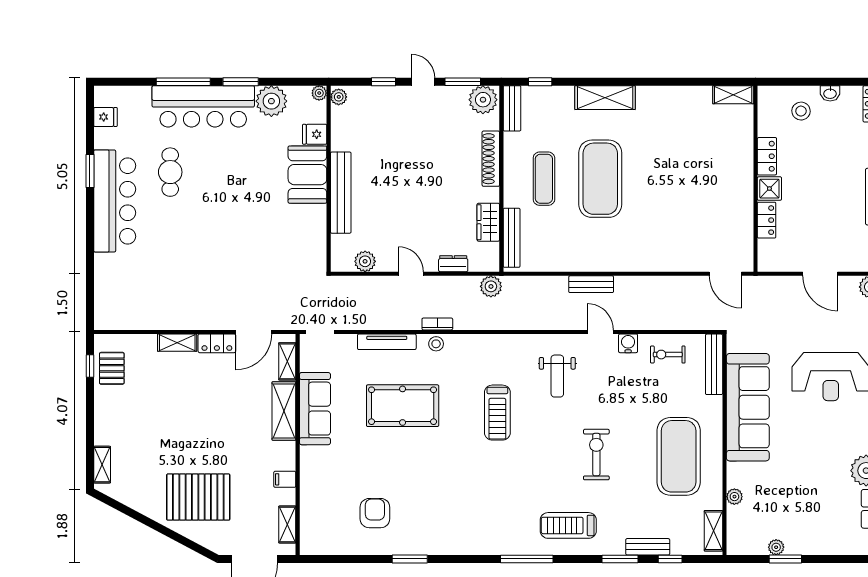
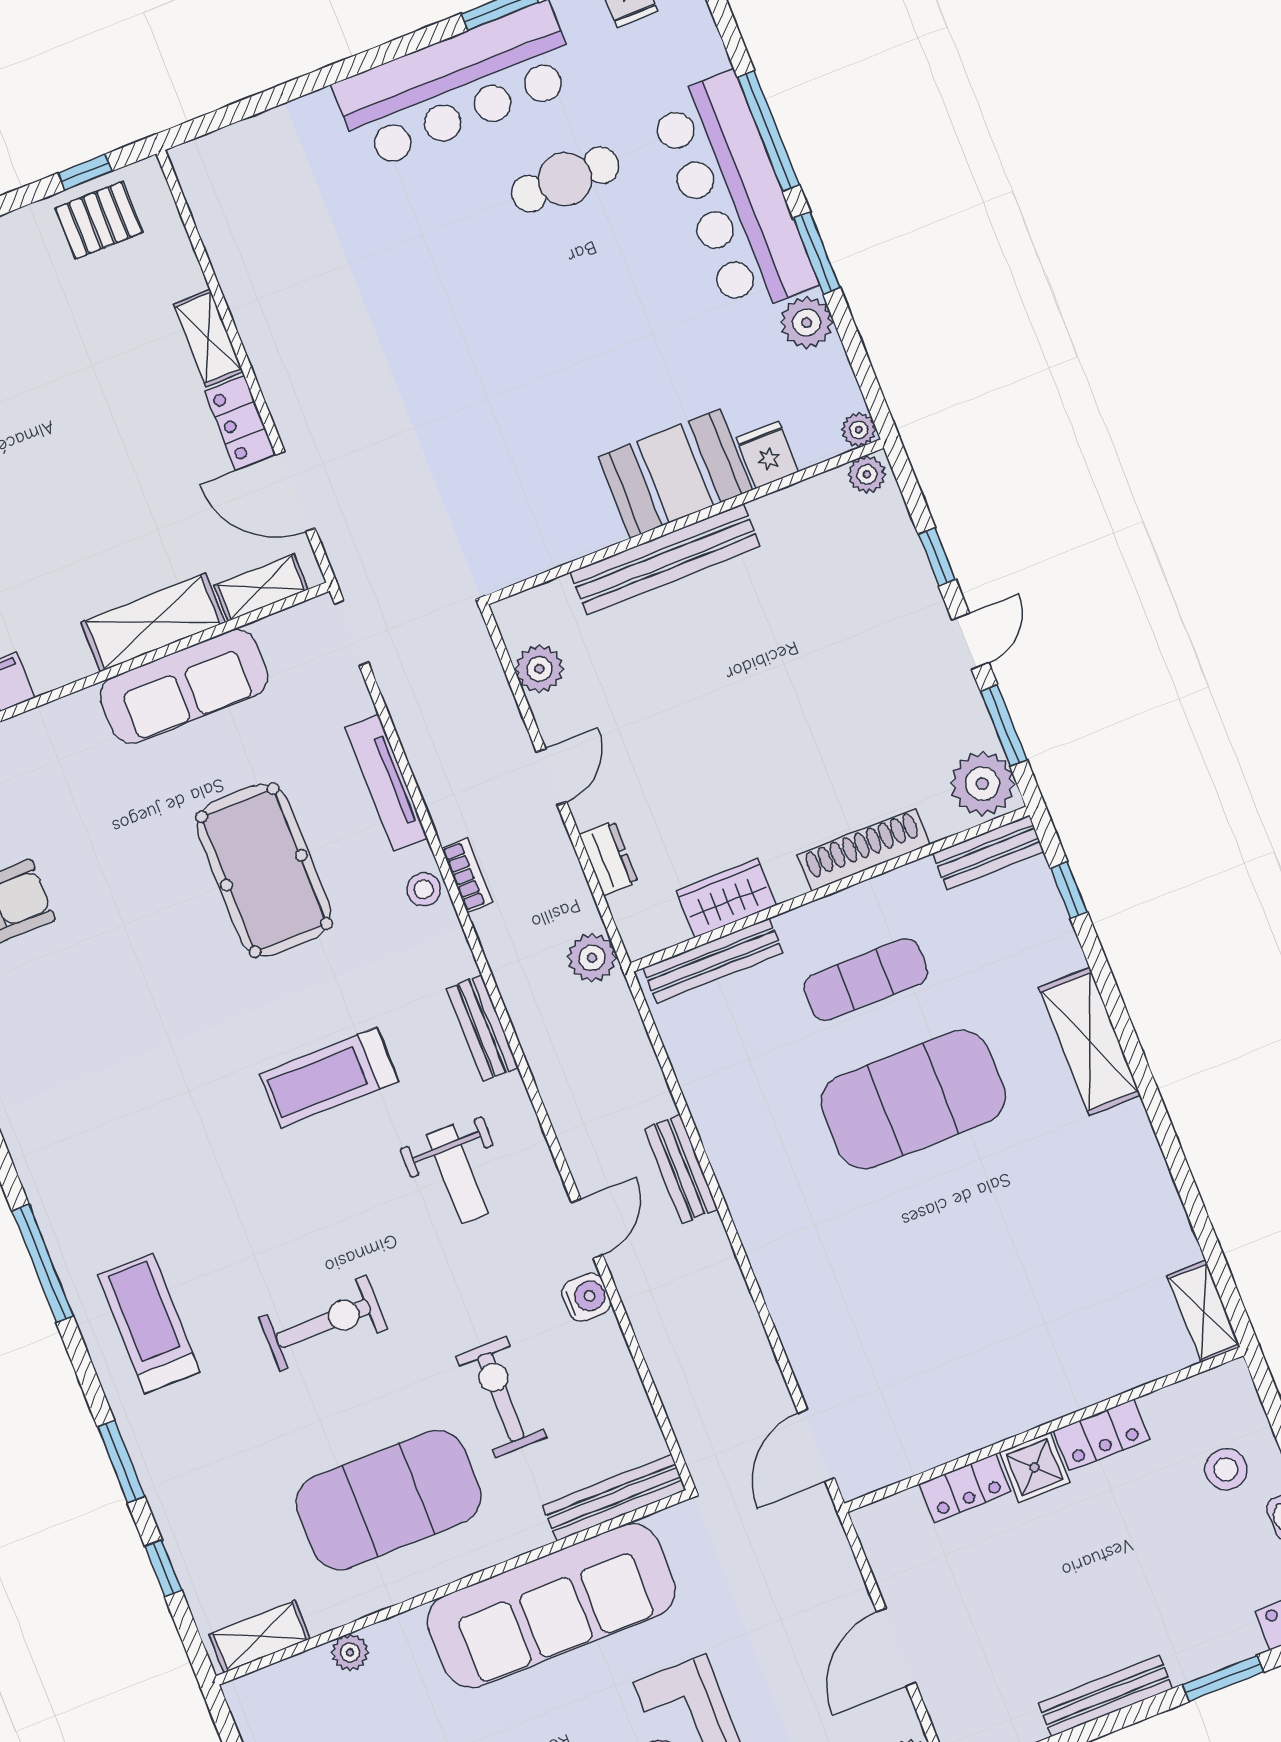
plant: (271, 101) -> (807, 322), width x0.73, depth x0.73
exercise bike: (668, 355) -> (501, 1397), moved, width x1.38, depth x1.39
weight bench: (557, 376) -> (457, 1174), turned -90
bench: (648, 547) -> (483, 1028), moved

